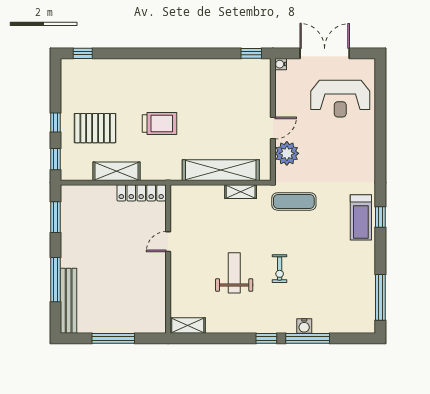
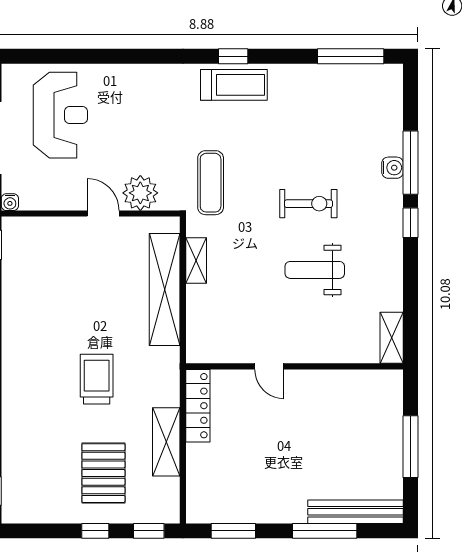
exercise bike: (280, 269) -> (308, 204), width x1.38, depth x1.39

